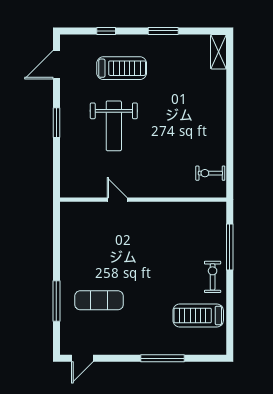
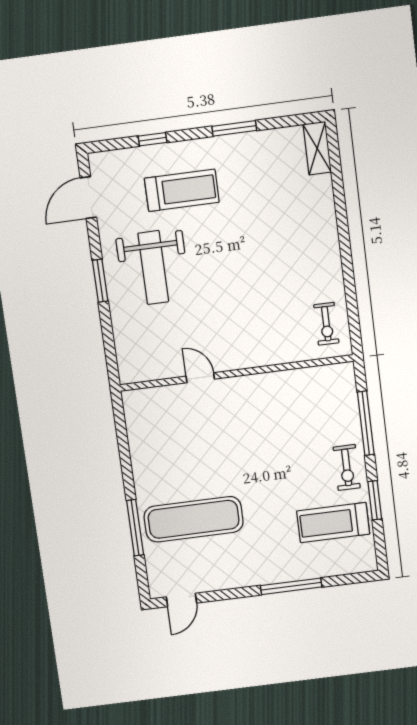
weight bench: (114, 126) -> (153, 268), moved
exercise bike: (210, 173) -> (326, 324), turned -90
exercise bike: (213, 277) -> (347, 467), turned 180
exercise mat: (99, 300) -> (194, 519), width x1.36, depth x1.45
window: (230, 303) -> (375, 500), added

